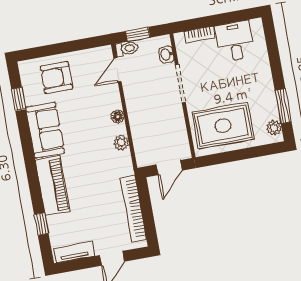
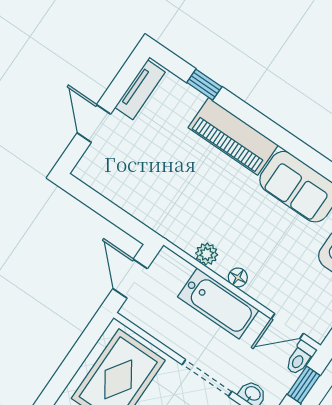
door: (118, 70) -> (287, 326), swing flipped
bathtub: (139, 114) -> (218, 303), added
bookcase: (133, 209) -> (124, 198), removed

